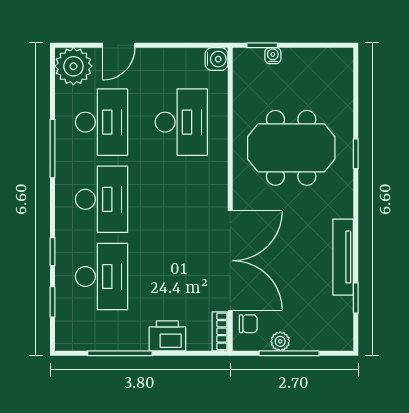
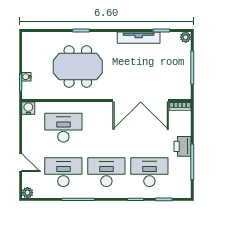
plant: (73, 66) -> (27, 193), width x0.53, depth x0.53
meeting table: (291, 148) -> (78, 67), turned 90
double door: (230, 261) -> (141, 100), swing flipped
chair: (248, 324) -> (176, 90), removed
printer: (167, 336) -> (183, 146), moved
plant: (280, 341) -> (186, 37), moved

